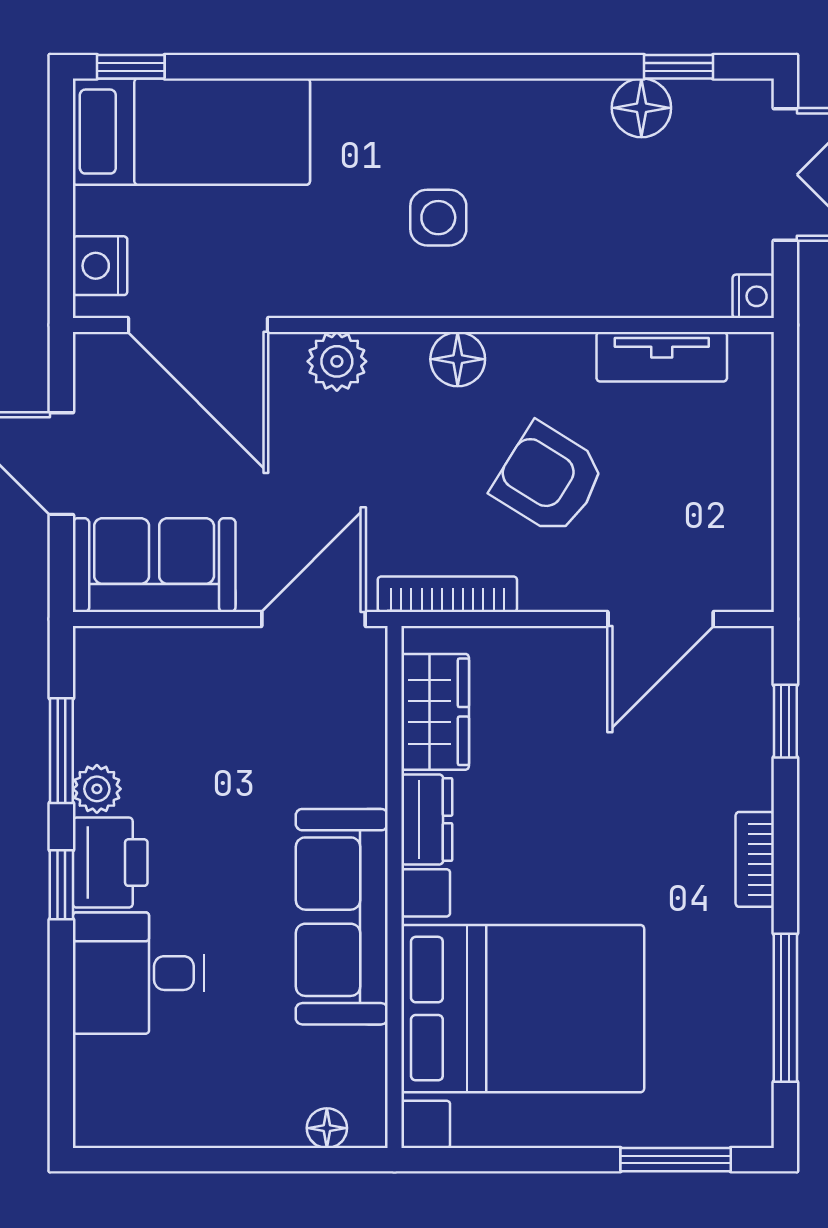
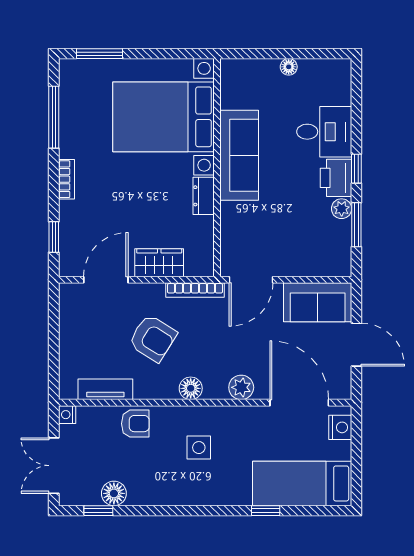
window: (131, 67) -> (266, 511), moved
armchair: (590, 275) -> (135, 424), added
wardrobe: (435, 712) -> (159, 263), moved, turned 90
floor lamp: (327, 1128) -> (289, 67), moved

